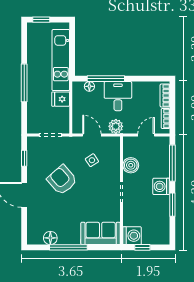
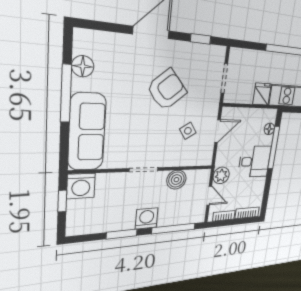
plant: (116, 126) -> (221, 175), moved
sofa: (101, 233) -> (87, 132), width x1.36

